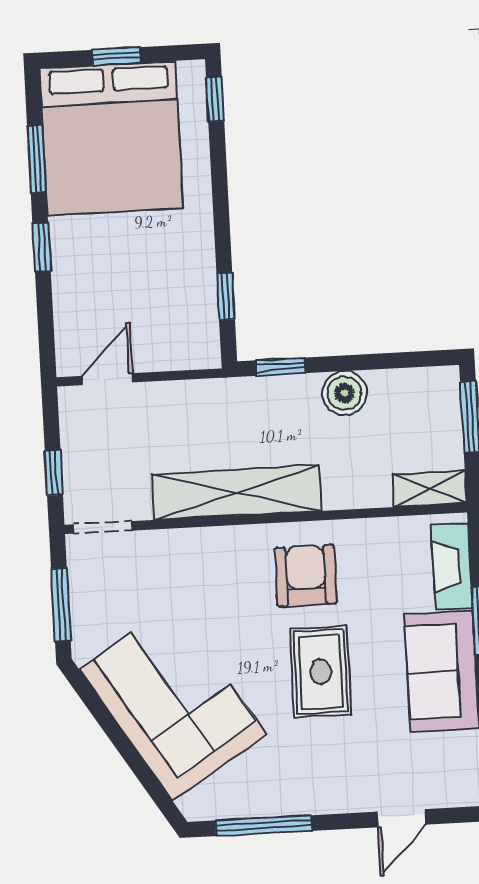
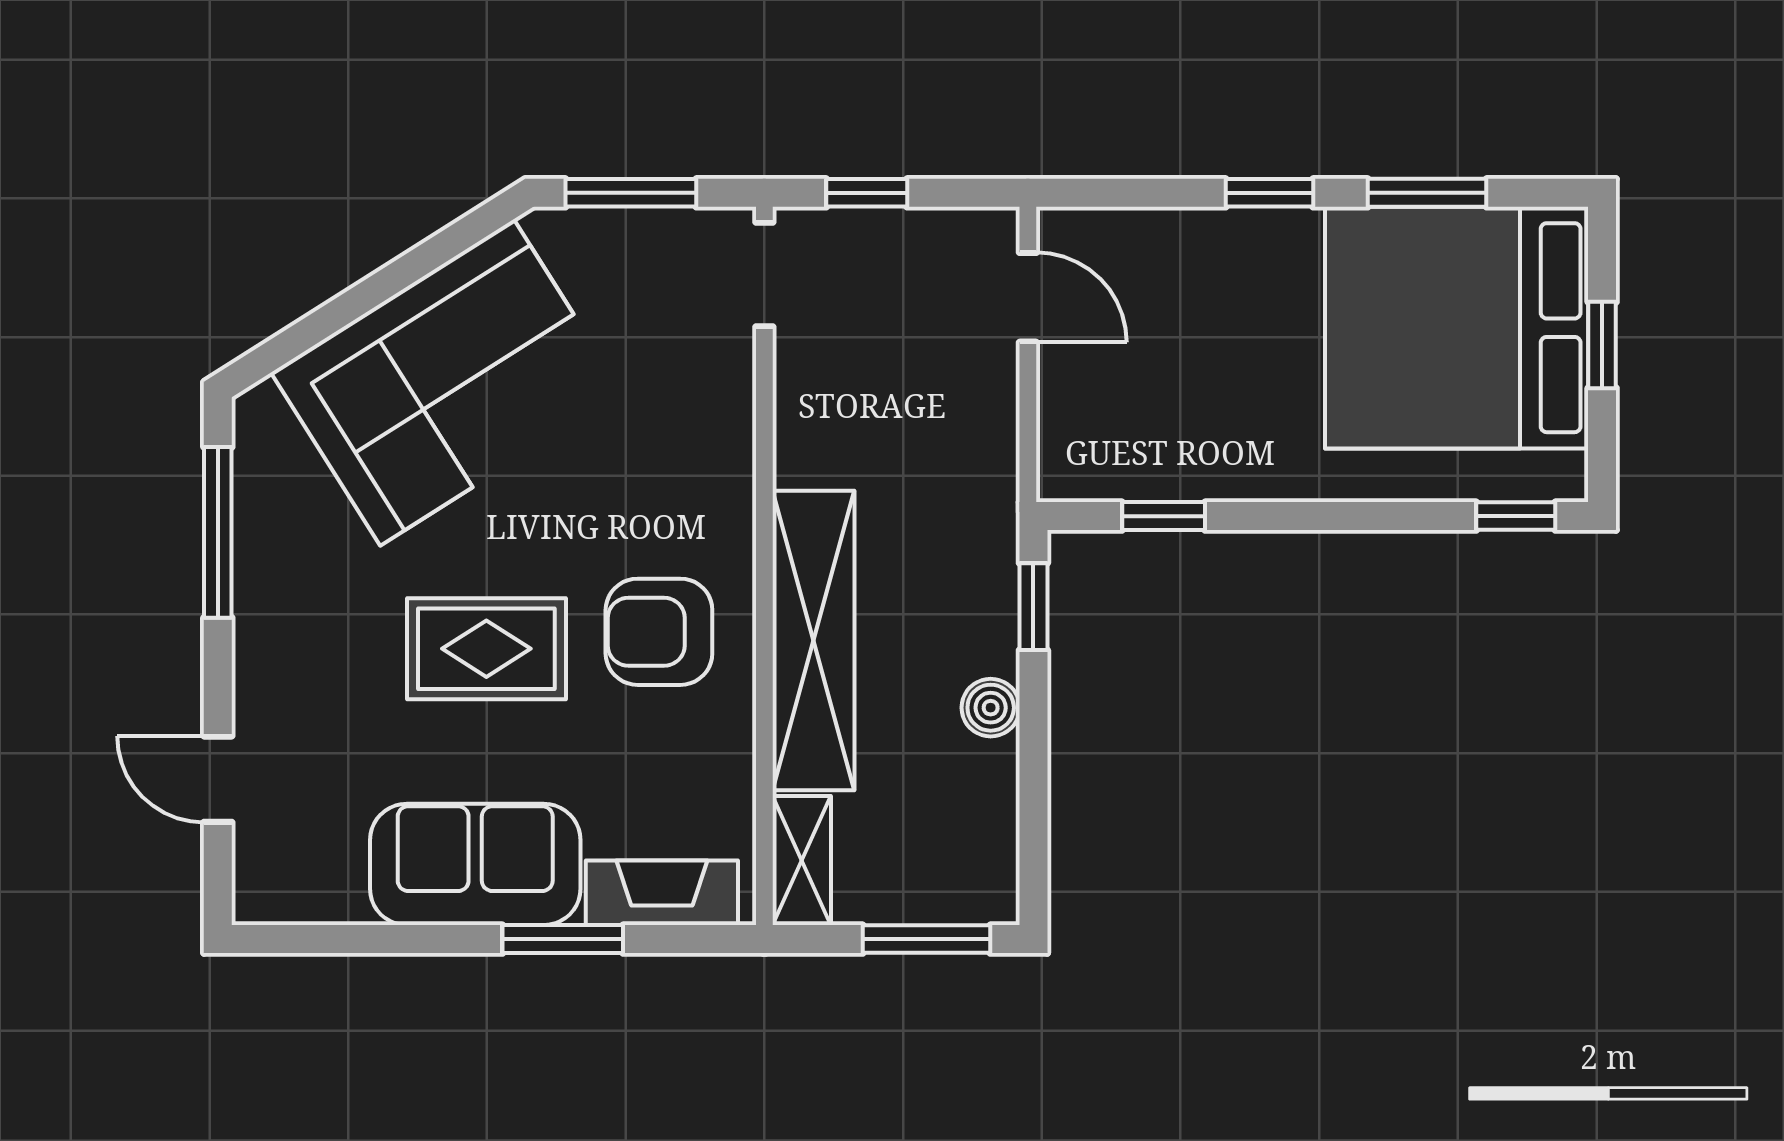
boiler: (344, 393) -> (991, 708), width x0.73, depth x0.73
shelving: (236, 493) -> (814, 640), moved
armchair: (306, 576) -> (659, 632), turned 180

